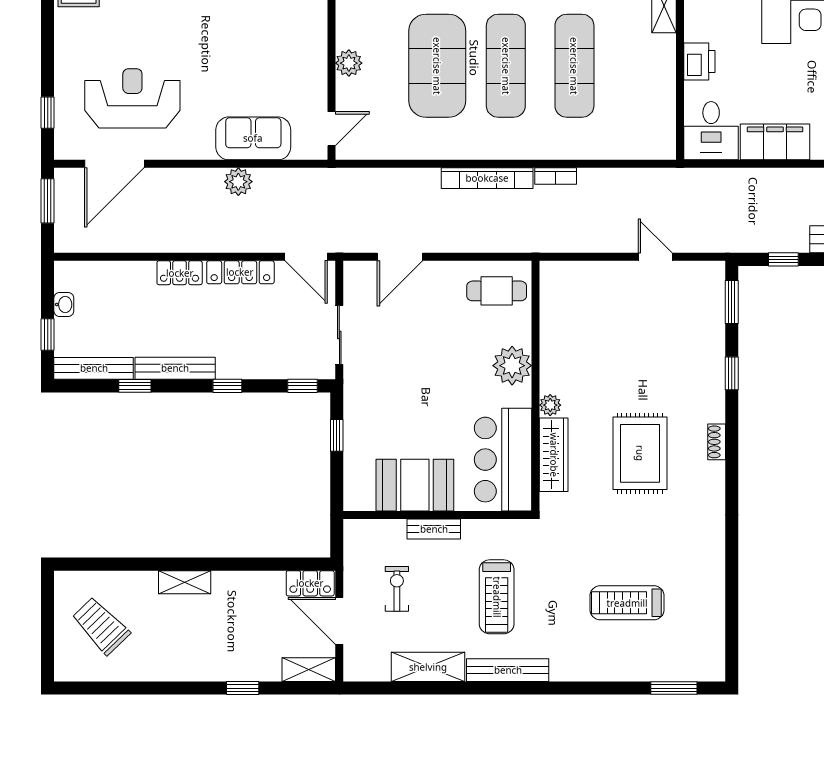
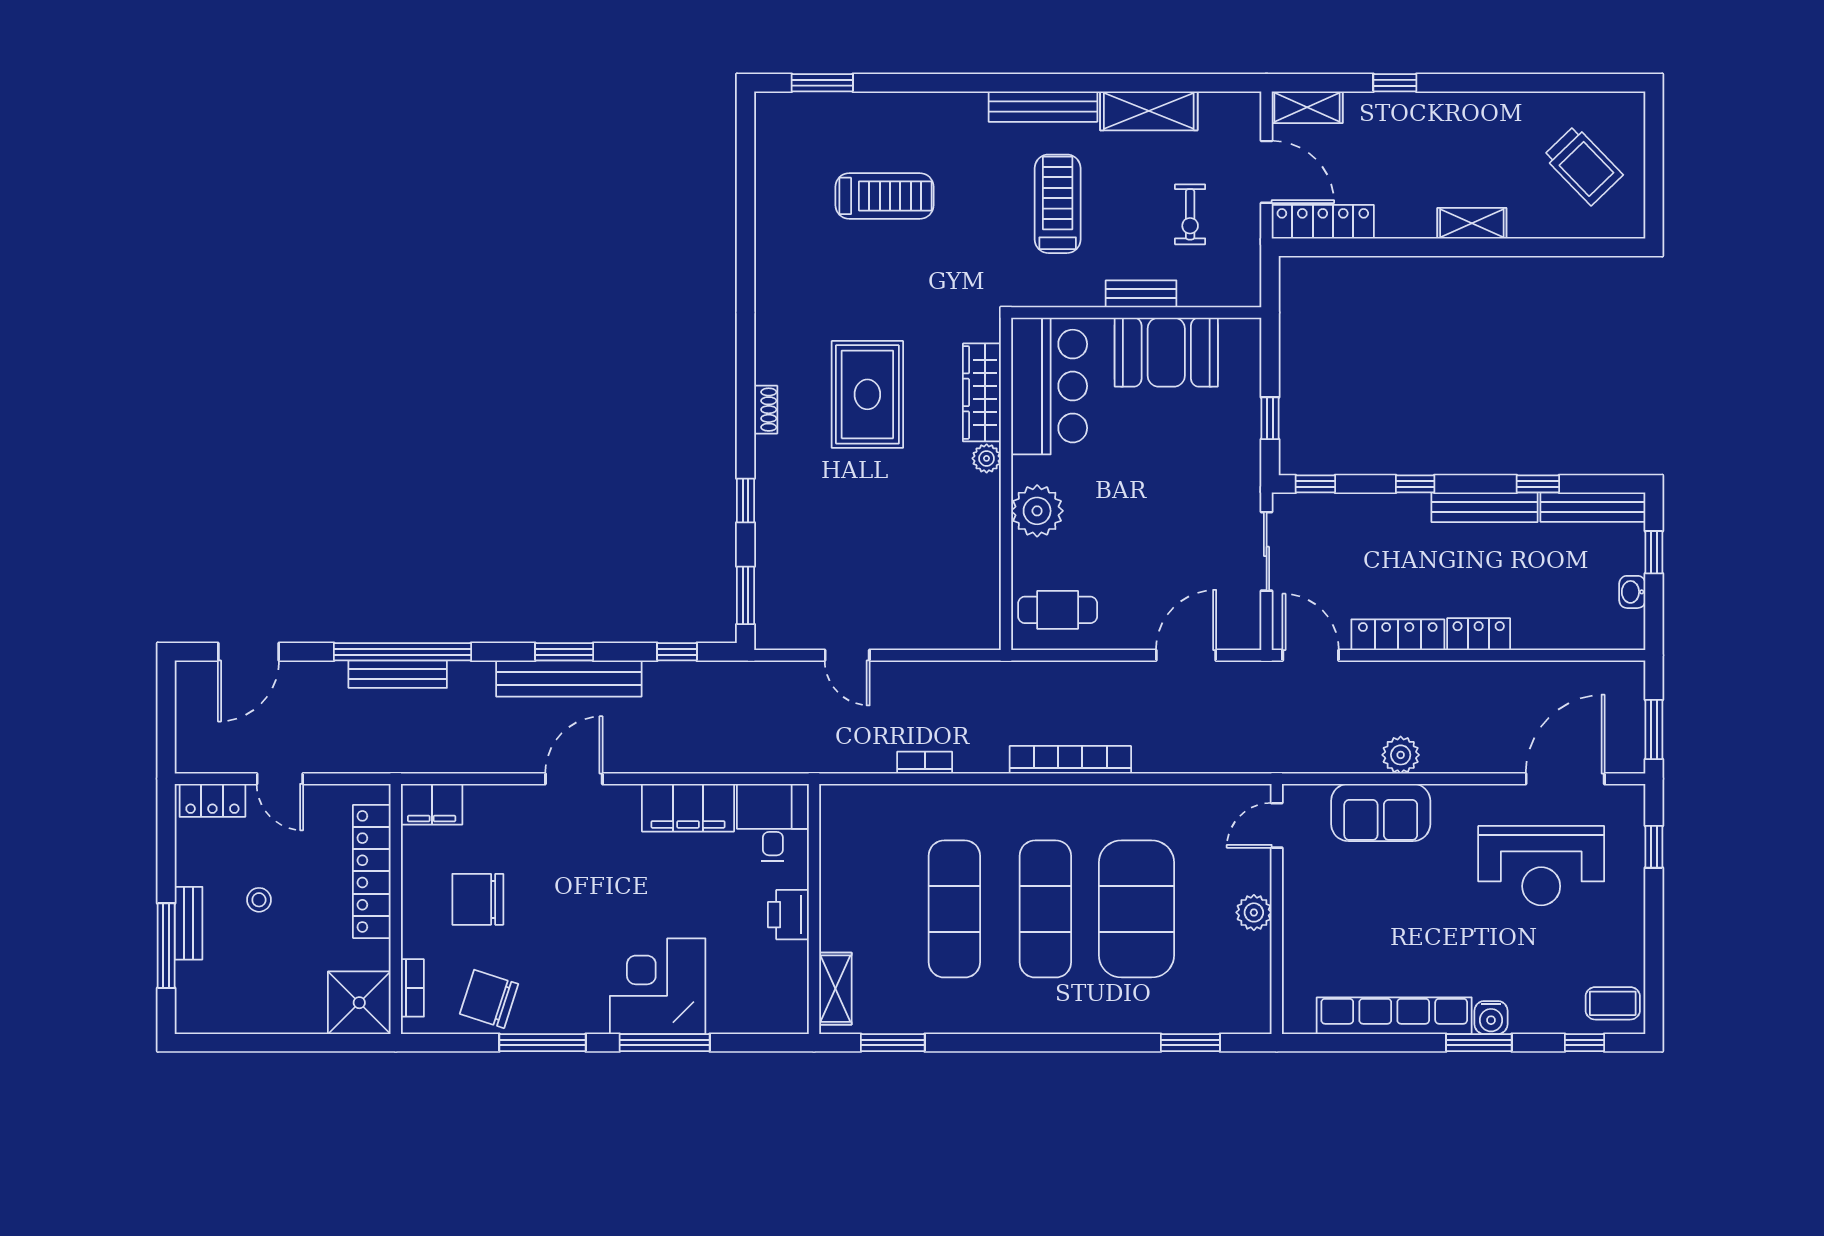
bookcase: (556, 176) -> (925, 763), moved
locker: (310, 583) -> (1323, 222), width x1.53

